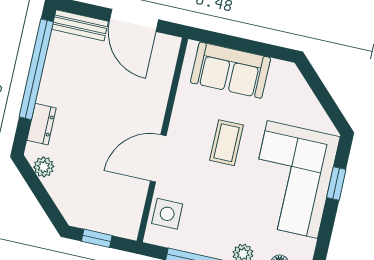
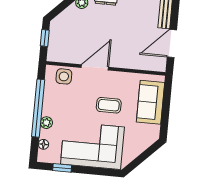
door: (158, 158) -> (95, 67), hinge flipped
window: (336, 183) -> (62, 168), moved

